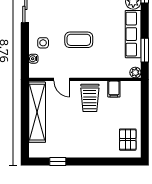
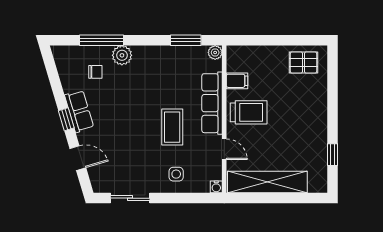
row of seats: (133, 34) -> (212, 103), moved, turned 90
water cooler: (33, 59) -> (216, 187), moved
door: (62, 79) -> (224, 149), hinge flipped

